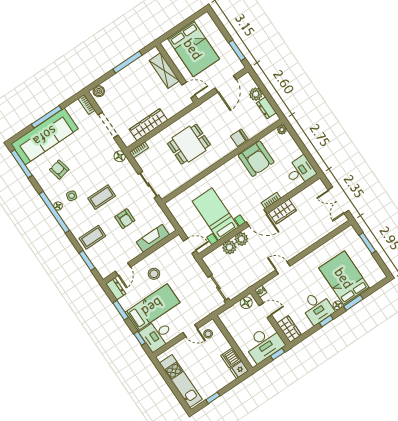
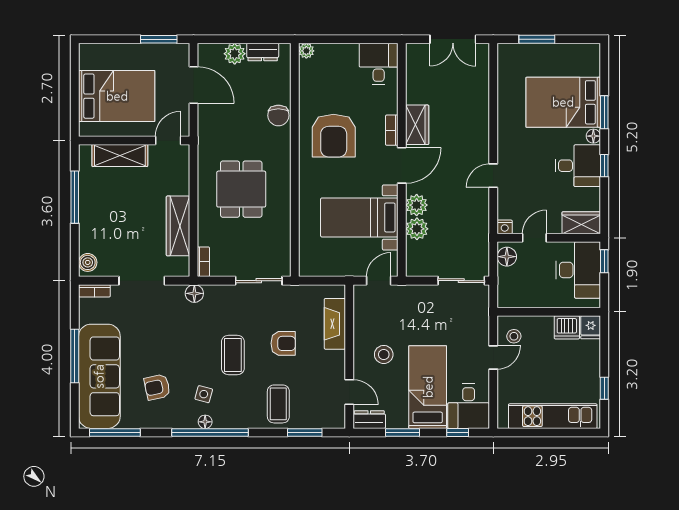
armchair: (256, 159) -> (334, 136), moved, turned 90

